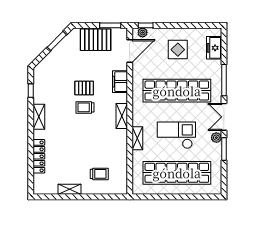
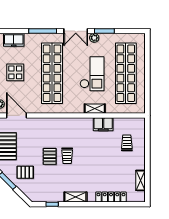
pallet: (66, 61) -> (25, 172), added
filing cabinet: (120, 82) -> (103, 124), moved
shelving: (122, 116) -> (75, 123), removed
checkout: (176, 135) -> (92, 74), turned 180
shelving: (70, 189) -> (141, 180), moved

